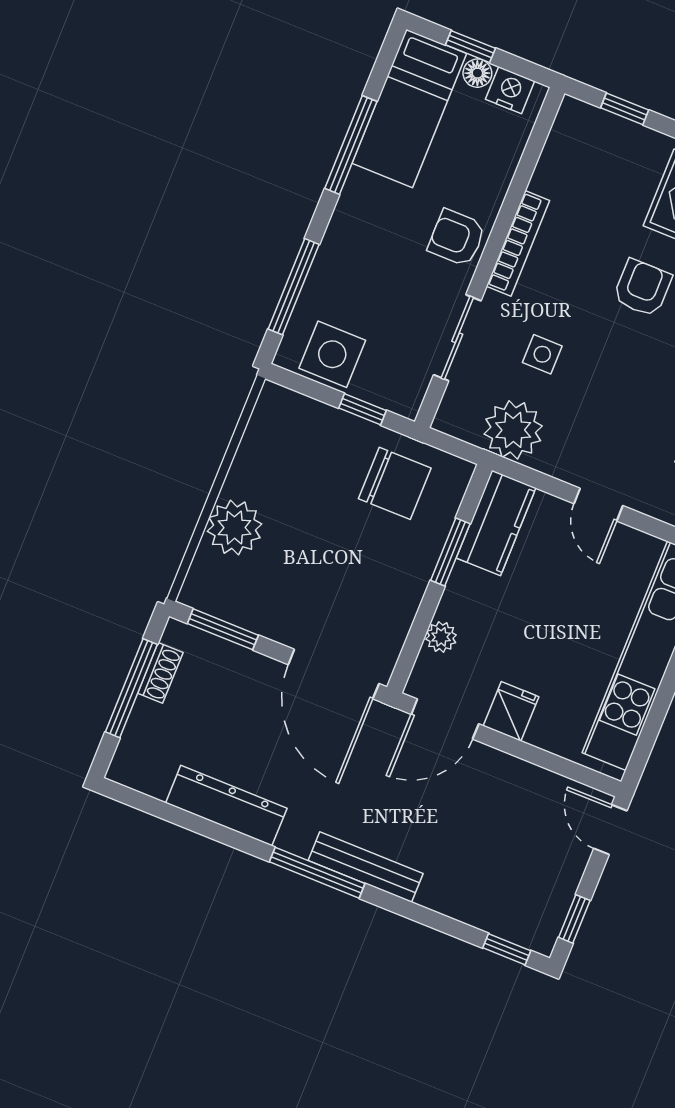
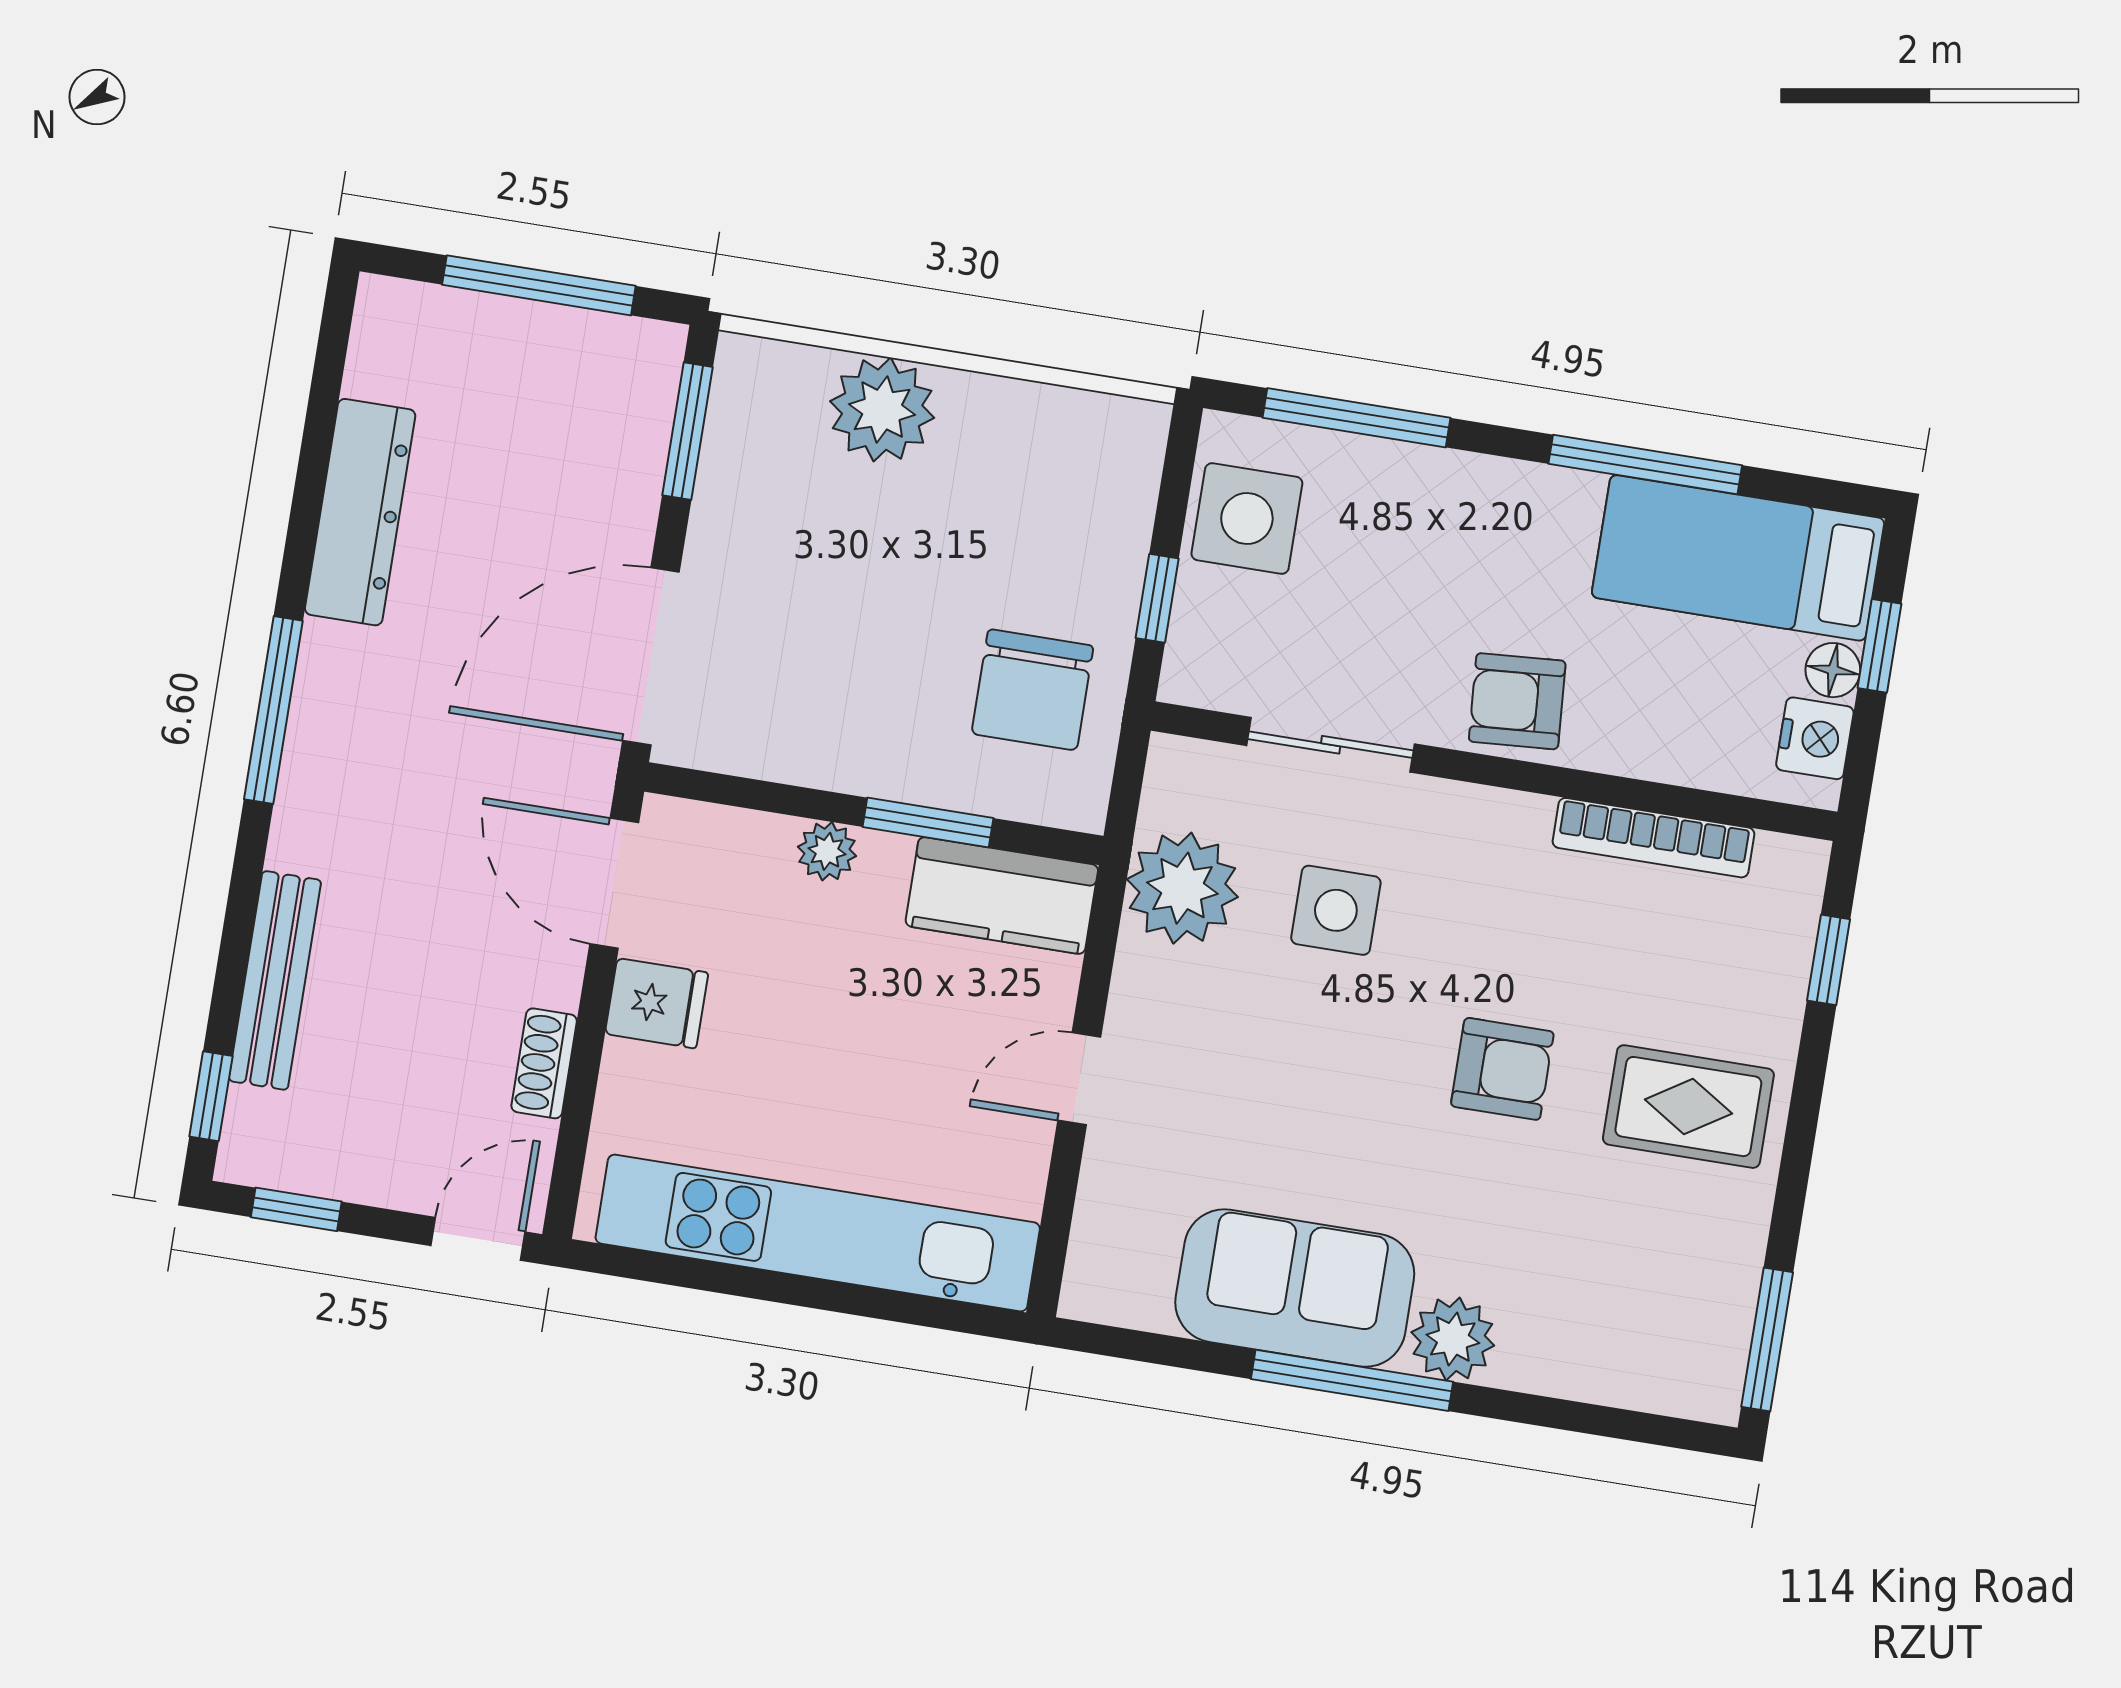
armchair: (457, 238) -> (1517, 701), turned -94
bookcase: (518, 243) -> (1653, 838), moved
side table: (542, 354) -> (1336, 910), width x1.37, depth x1.37
plant: (441, 637) -> (827, 851), moved
shoe rack: (160, 673) -> (544, 1063), moved, turned 90
bench: (366, 867) -> (275, 980), moved

